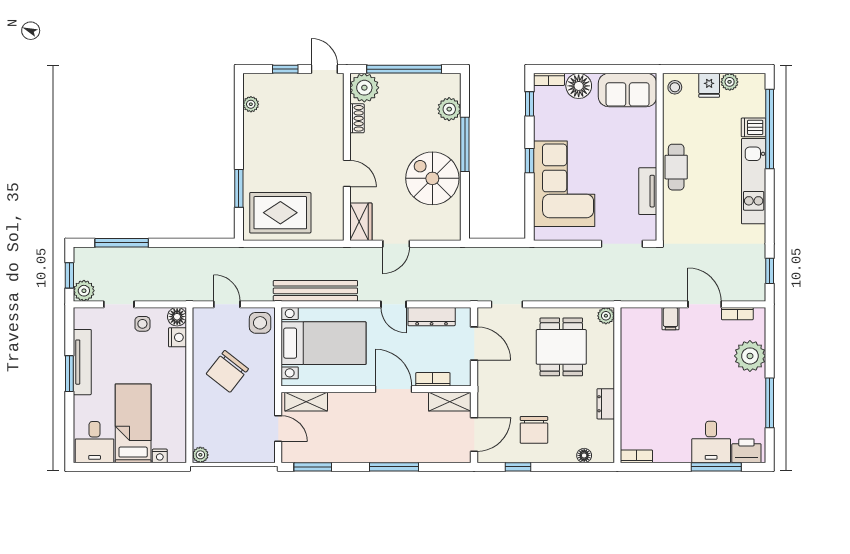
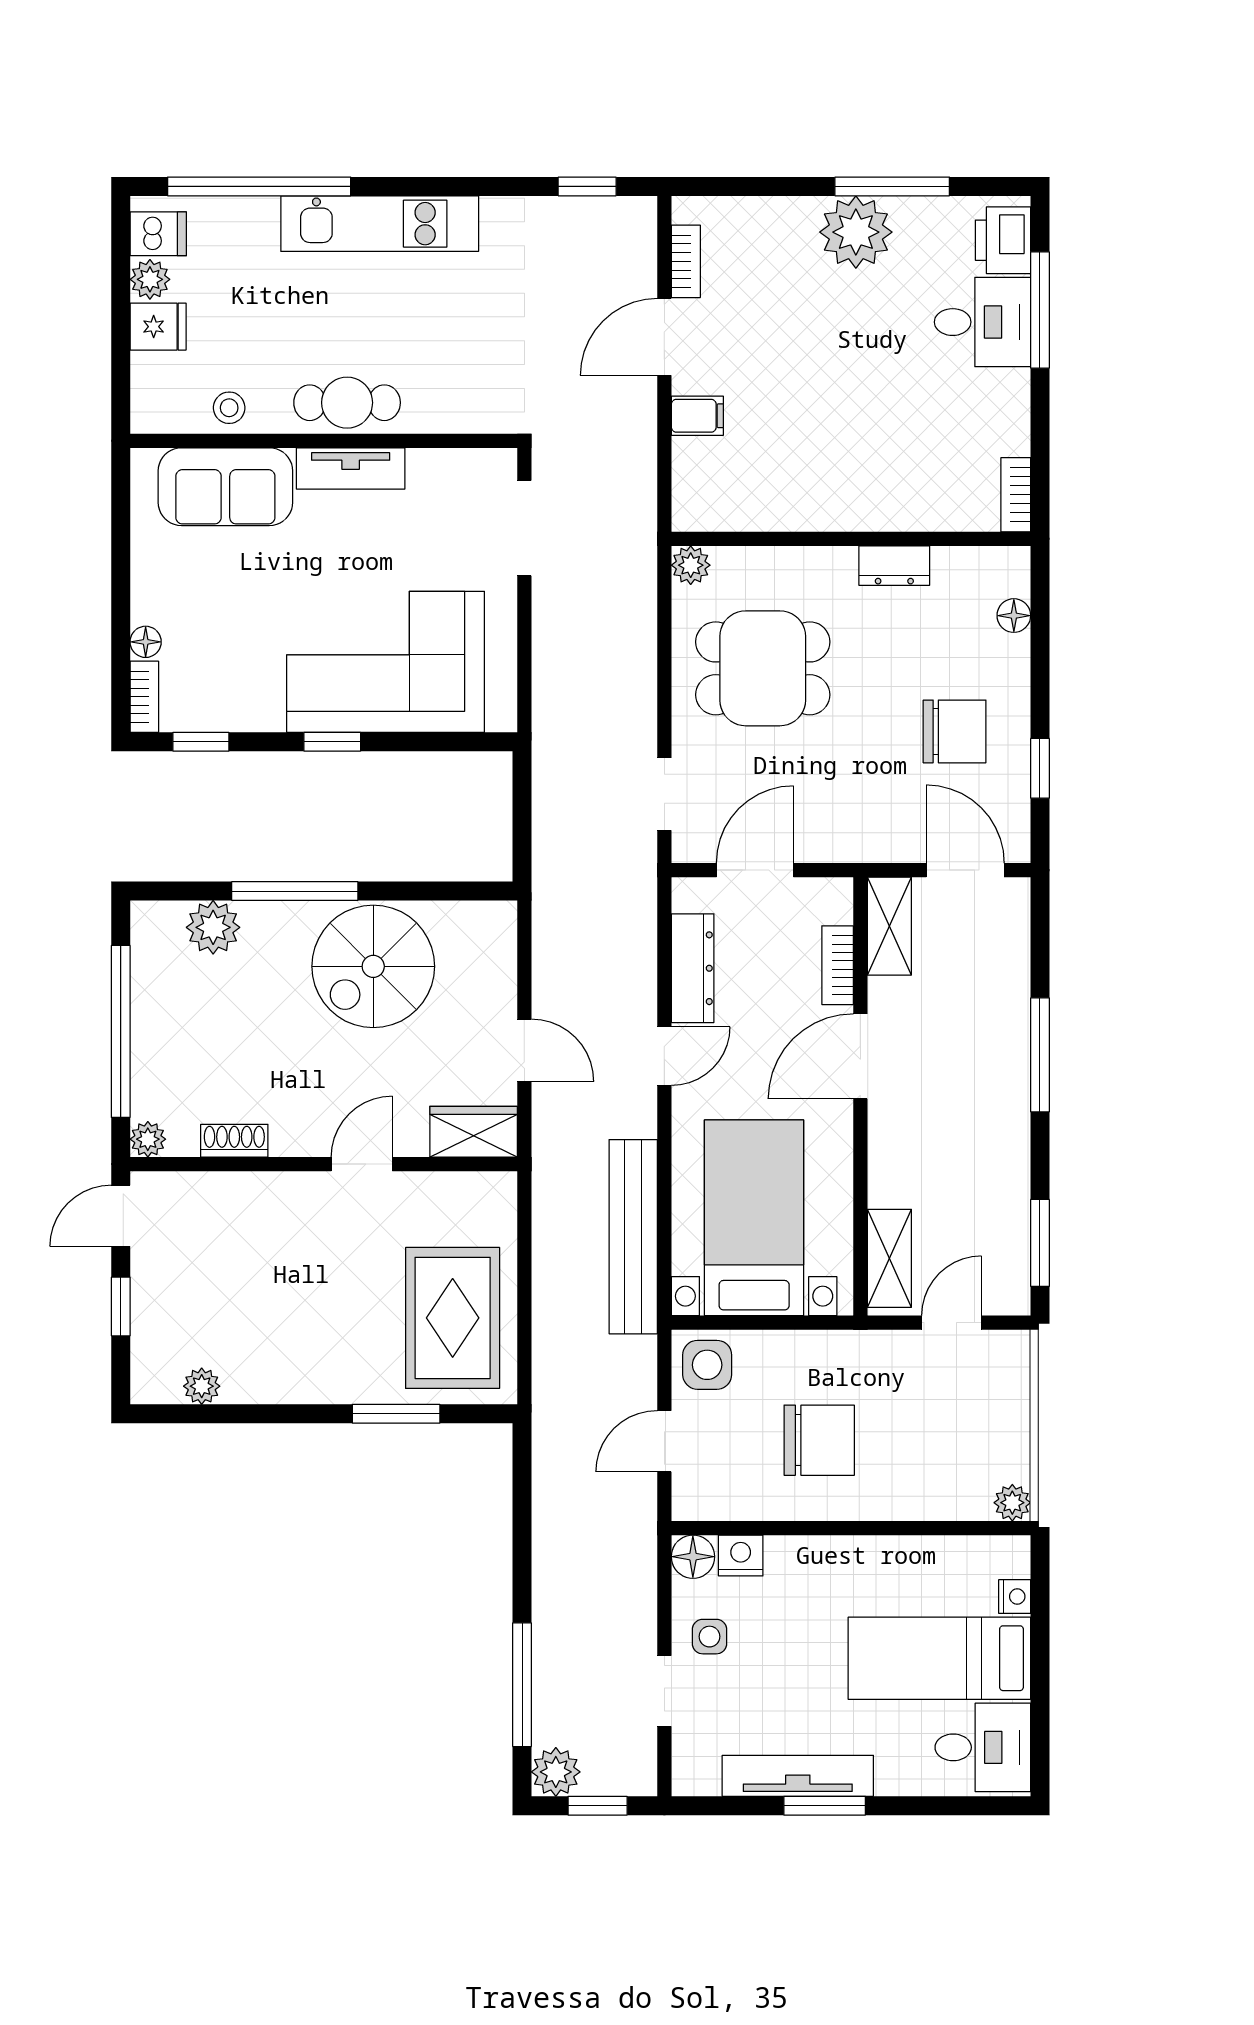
floor lamp: (579, 86) -> (146, 642), width x0.53, depth x0.53
stool: (675, 87) -> (229, 408), moved
plant: (364, 88) -> (148, 1139), width x0.53, depth x0.53
sofa: (628, 90) -> (225, 487), moved, turned 90
dishwasher: (753, 127) -> (158, 234), moved, turned -90
tv unit: (648, 191) -> (351, 468), moved
plant: (84, 291) -> (556, 1772), moved
plant: (750, 356) -> (856, 232), moved
chair: (227, 371) -> (819, 1440), turned -38

